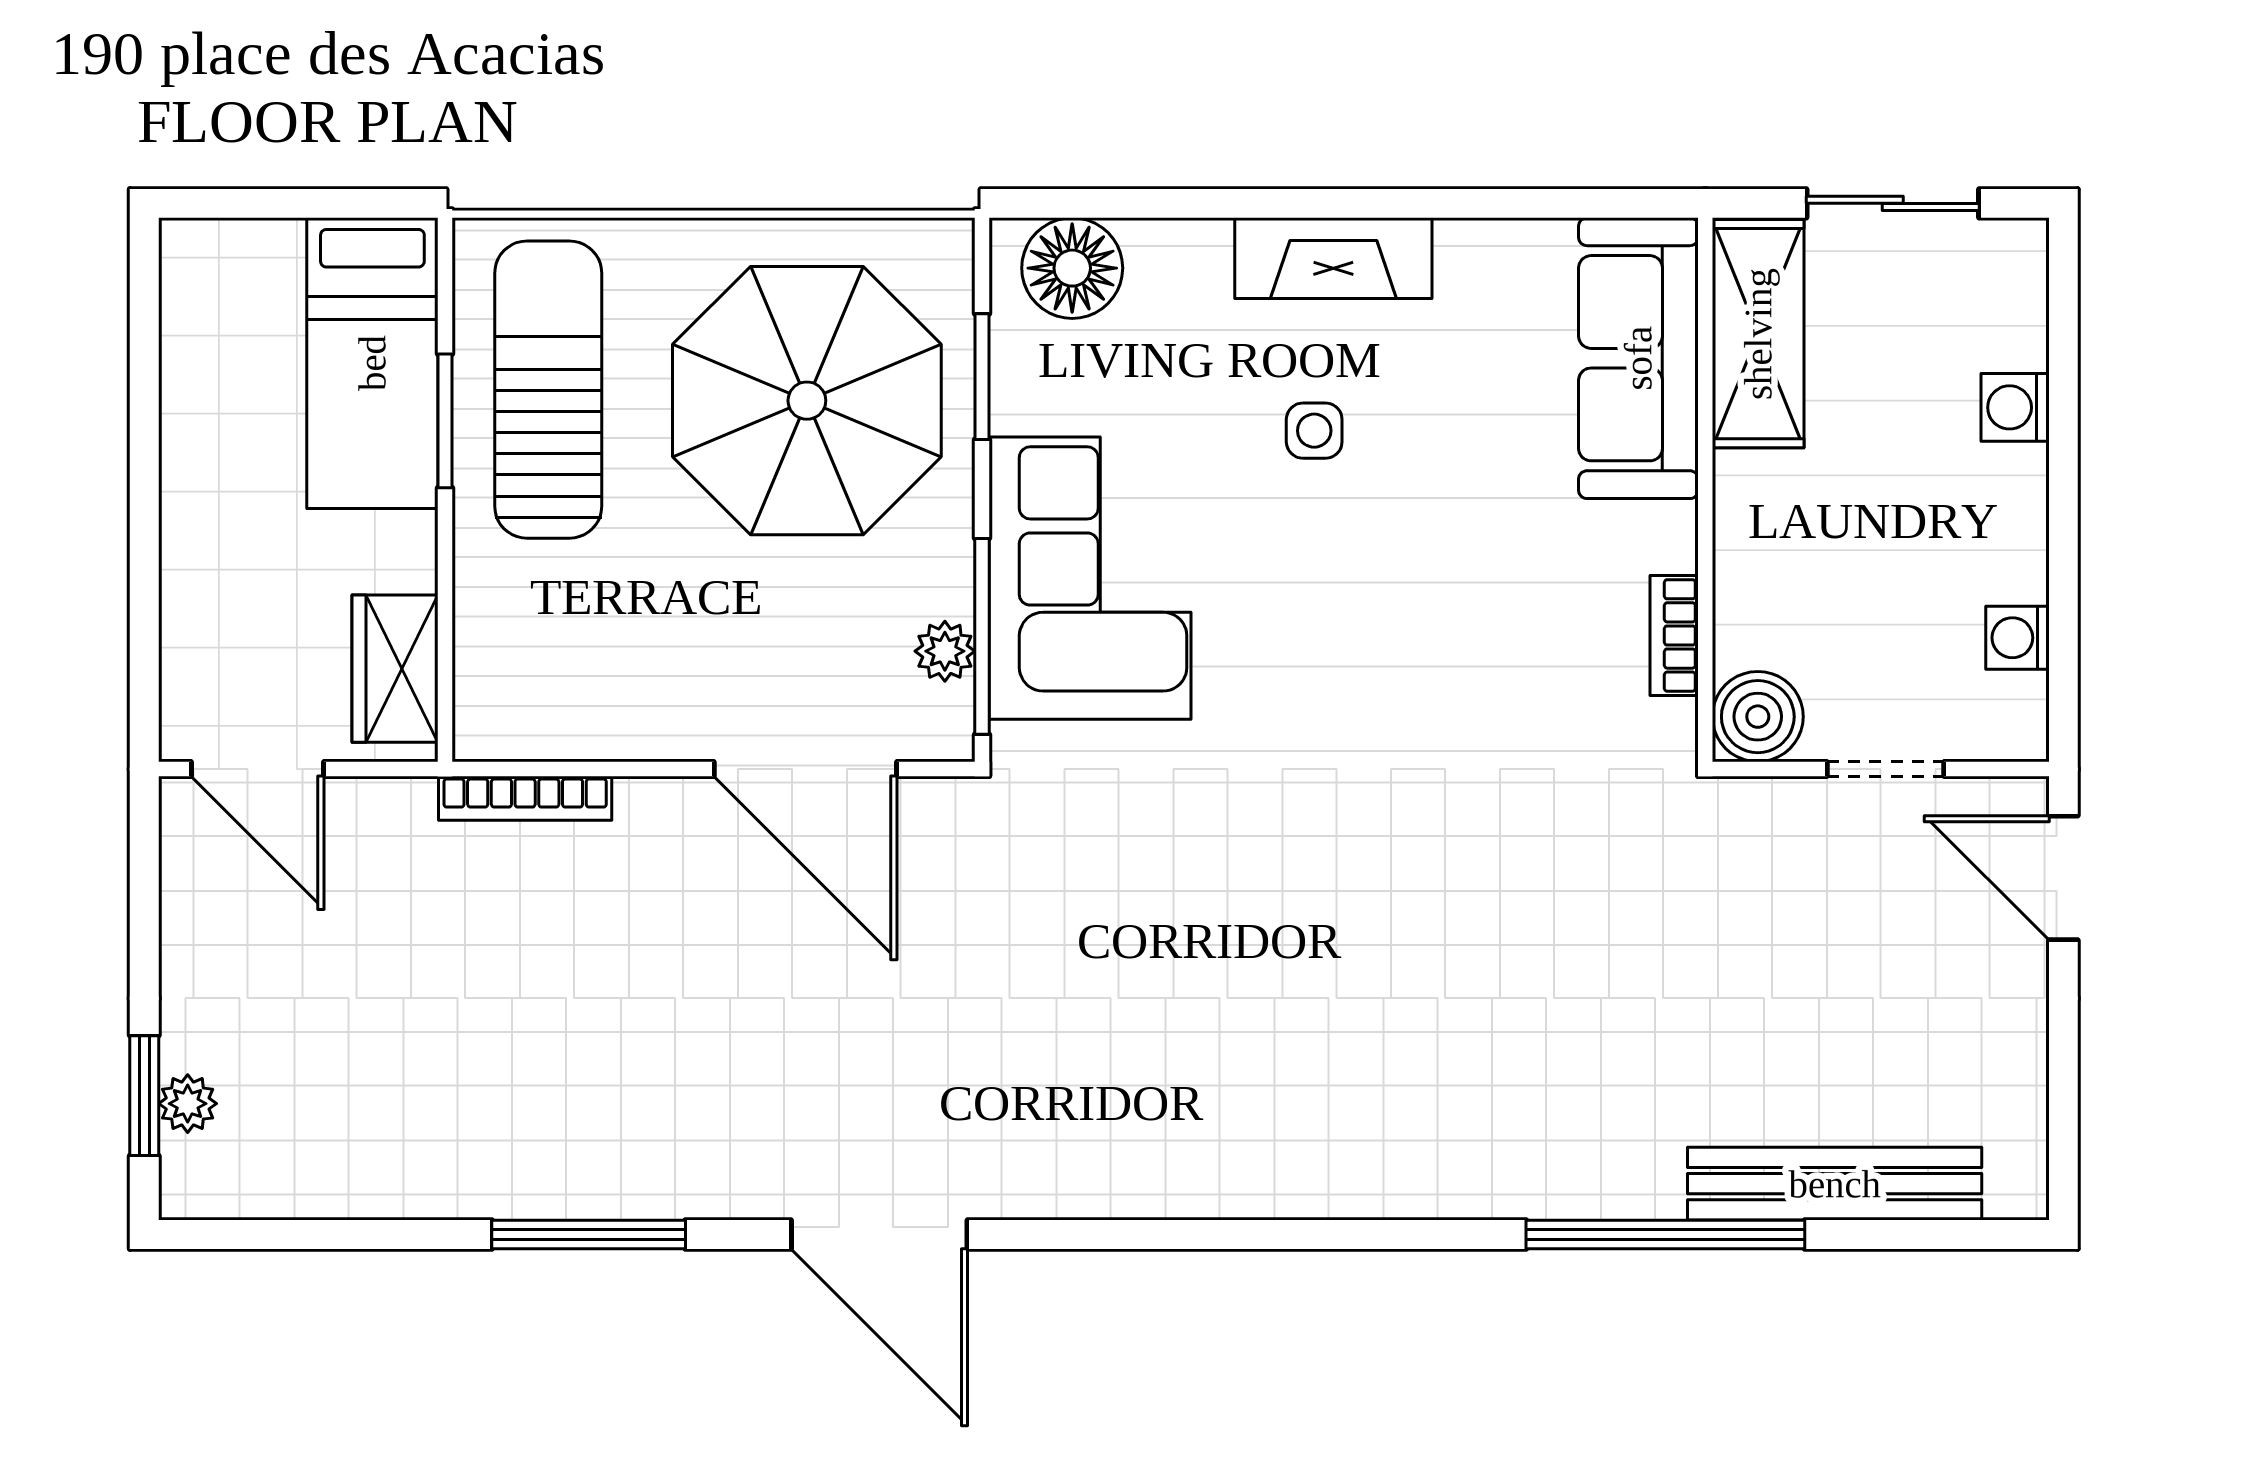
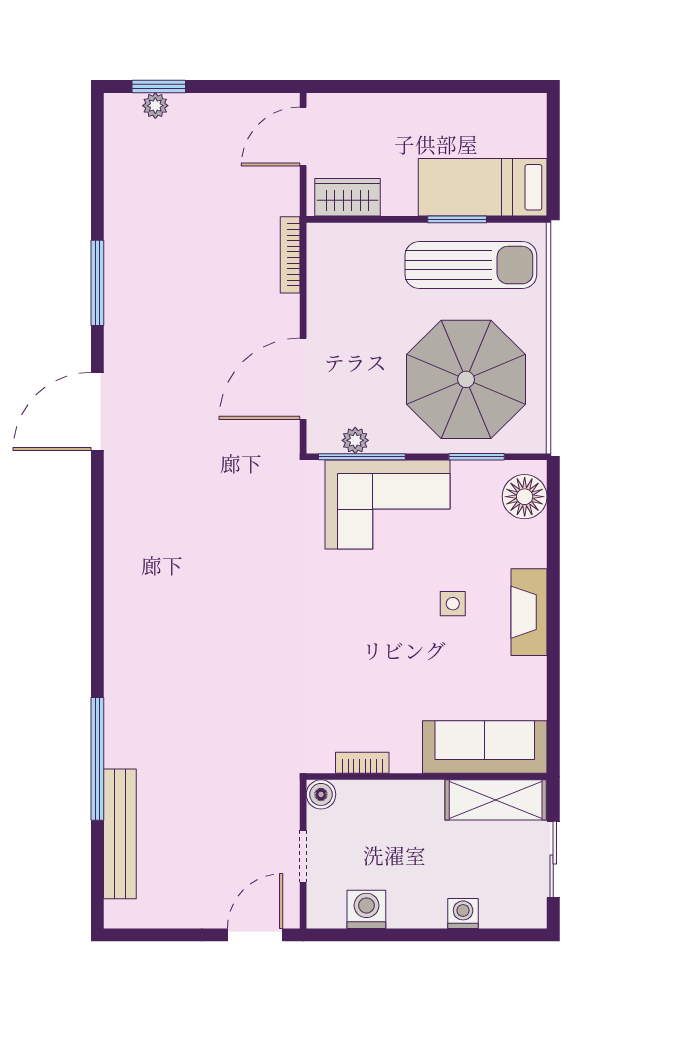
washing machine: (2017, 638) -> (366, 909), width x1.38, depth x1.38
boiler: (1758, 717) -> (321, 794), width x0.73, depth x0.73

